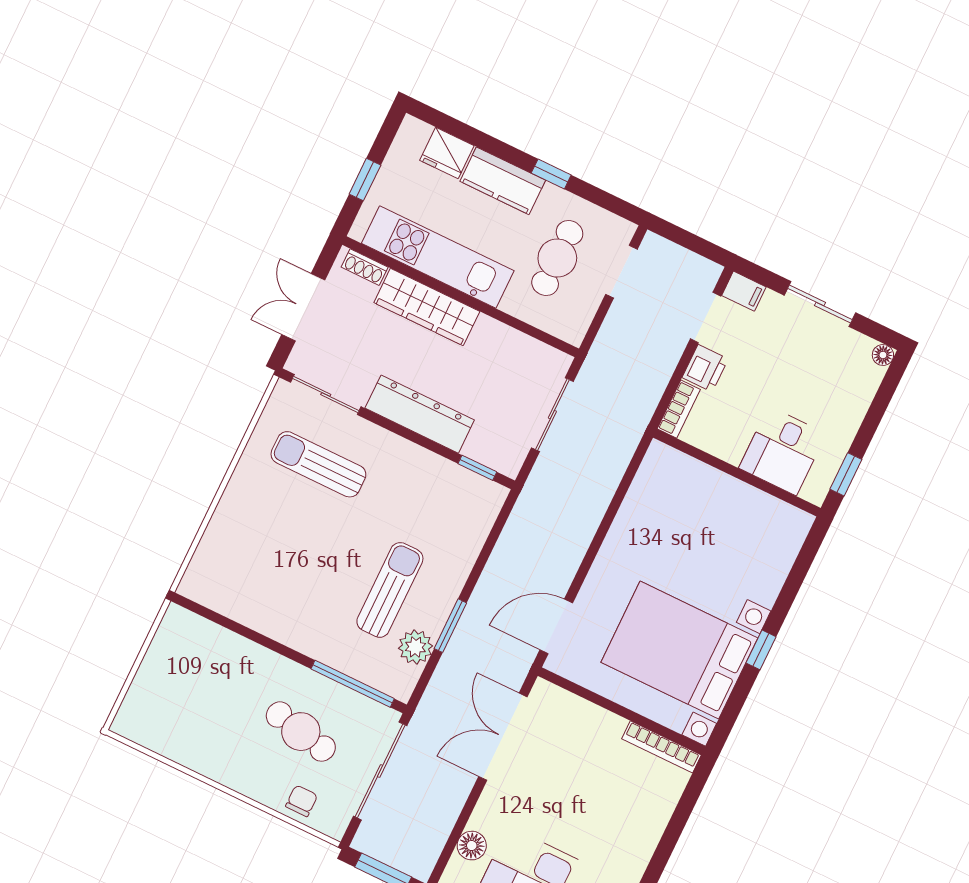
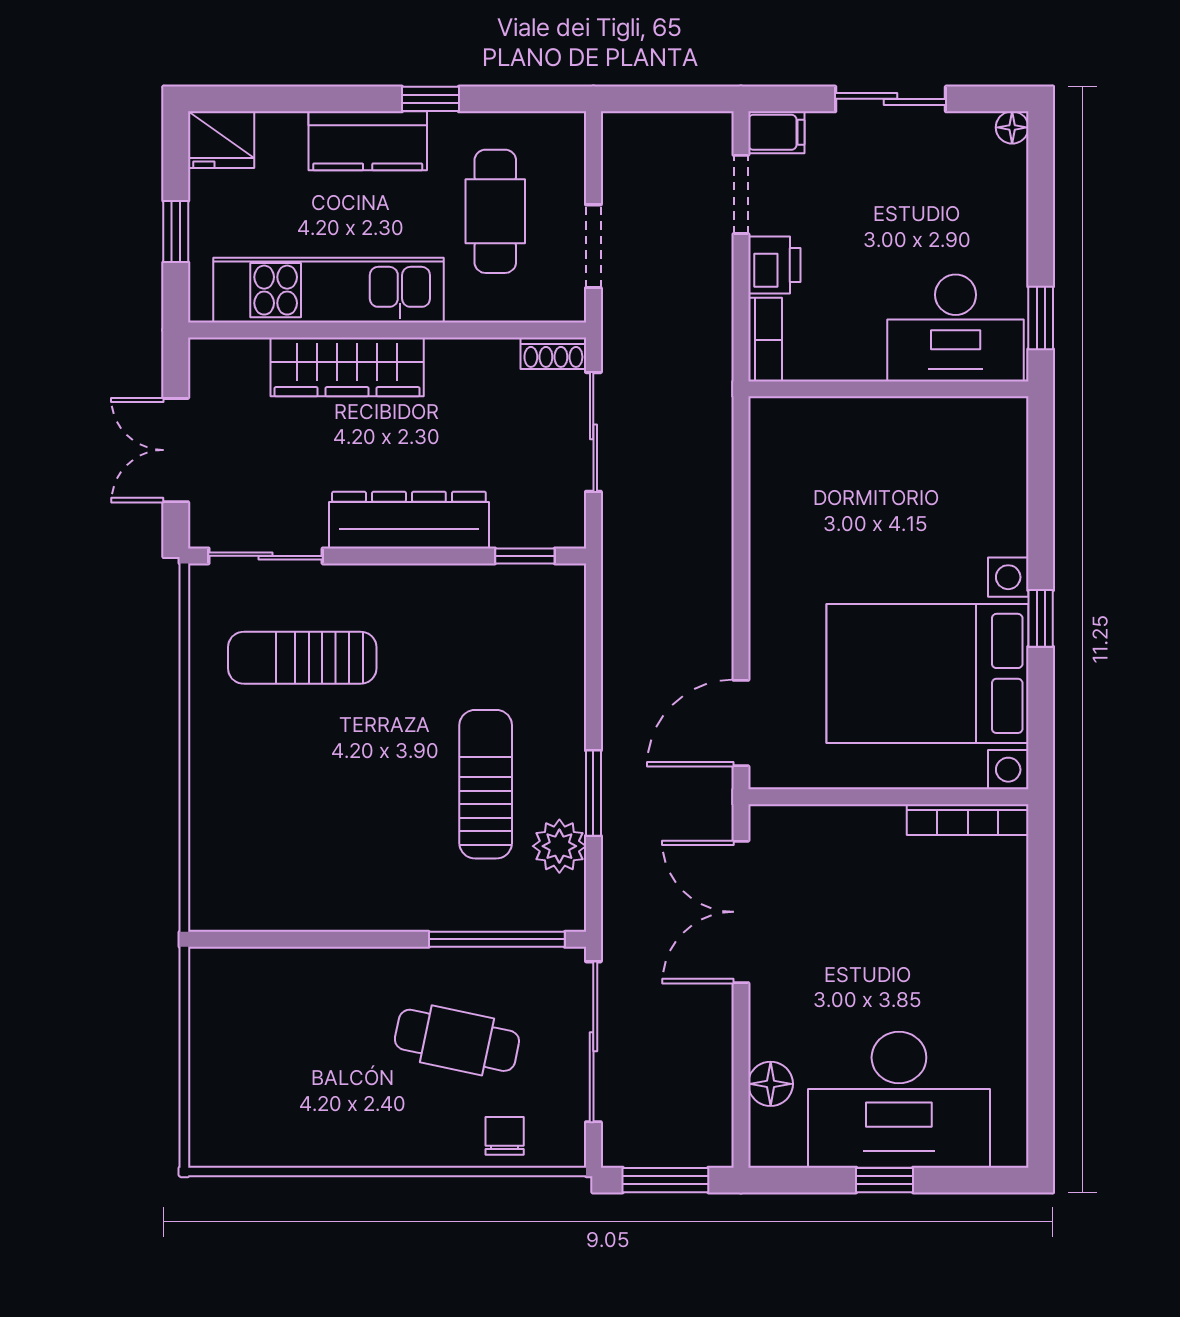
fridge: (447, 153) -> (221, 140), moved
shoe rack: (365, 267) -> (553, 353), moved
doorway: (621, 272) -> (593, 246), moved
desk: (782, 451) -> (956, 328), width x1.37

